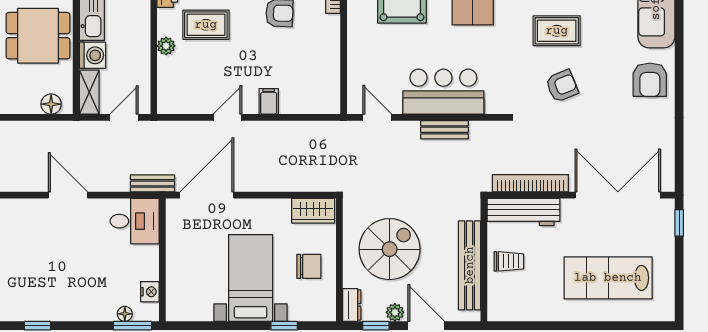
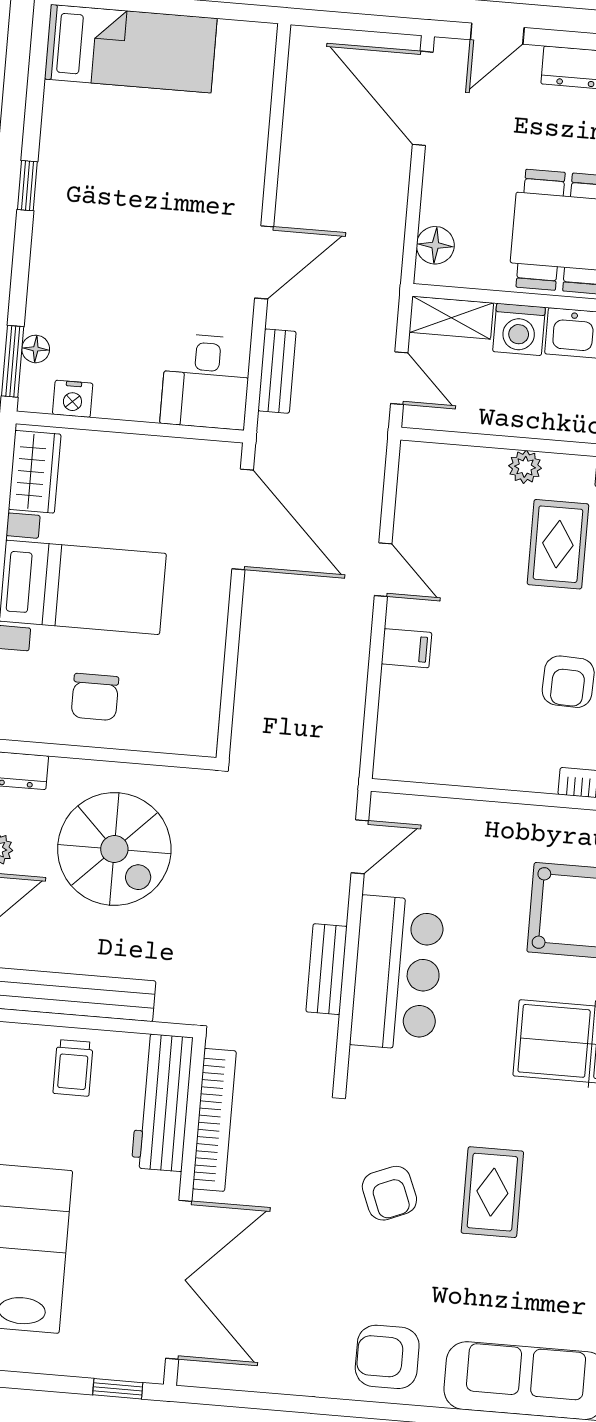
bench: (152, 183) -> (277, 371), moved
wardrobe: (313, 211) -> (35, 472), moved, turned 180

